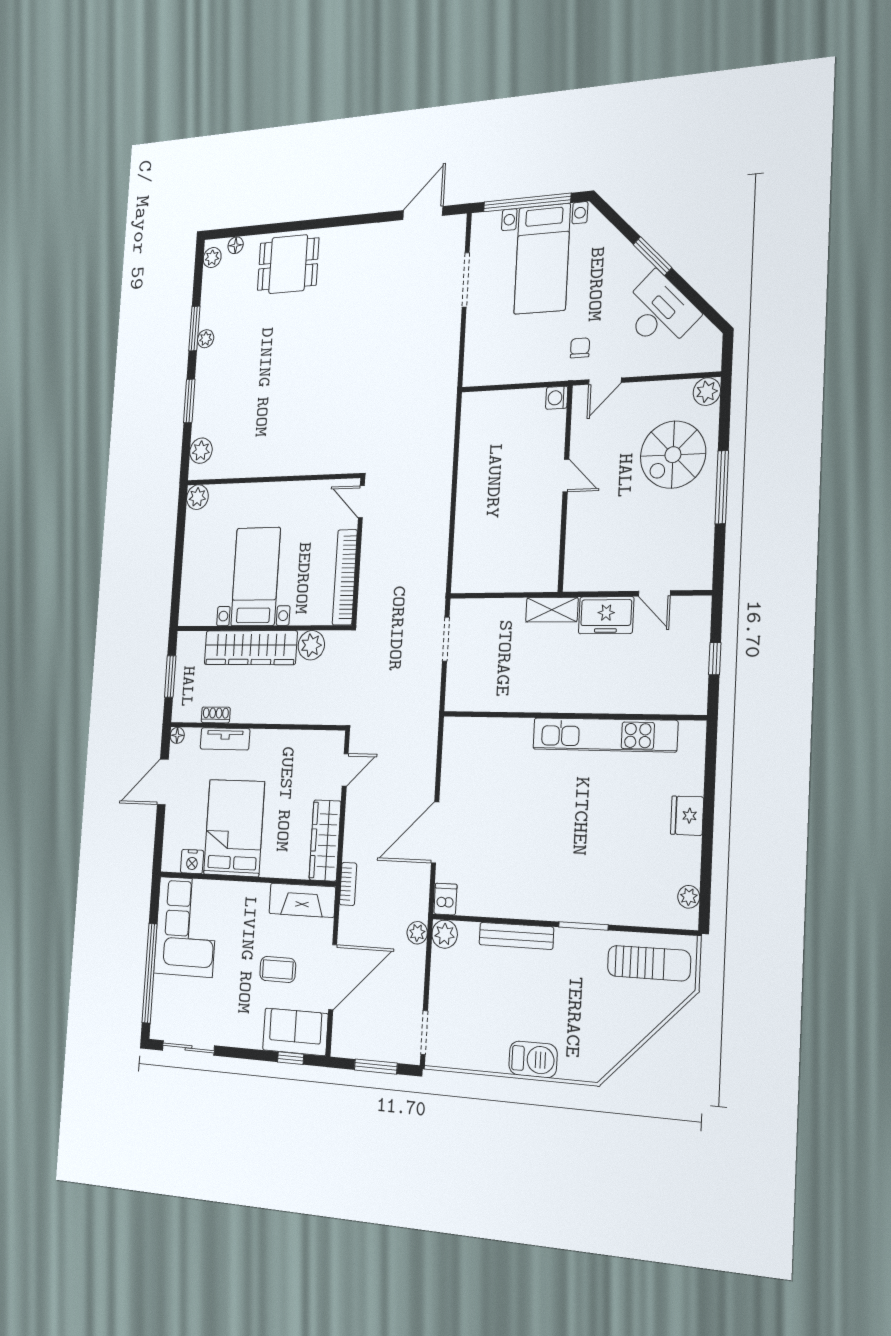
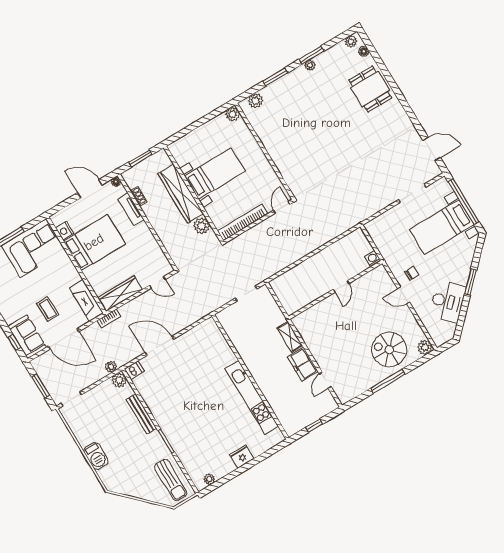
washing machine: (557, 398) -> (373, 259), moved
door: (566, 476) -> (341, 286), moved
wall: (565, 488) -> (335, 290), moved

